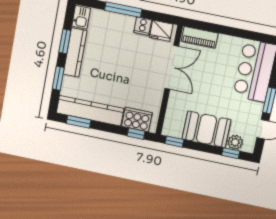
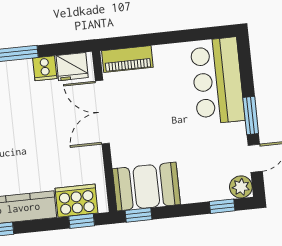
double door: (172, 67) -> (102, 112), swing flipped
booth: (206, 129) -> (146, 187), moved
plant: (235, 142) -> (241, 187), moved

